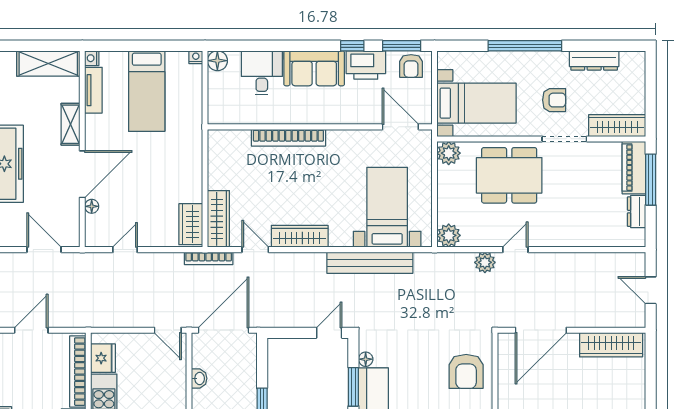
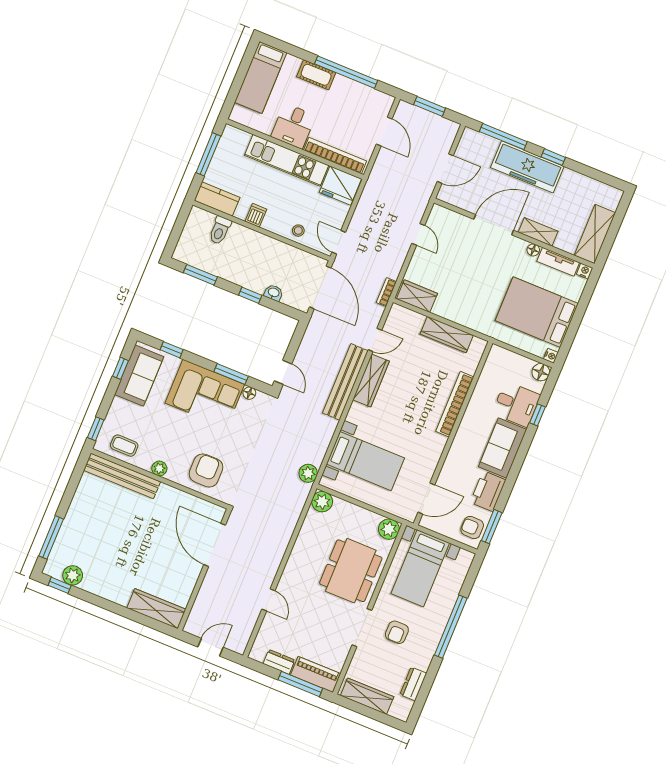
window: (352, 46) -> (537, 415), moved
dresser: (594, 60) -> (413, 684), width x0.70
bed: (147, 91) -> (537, 312), width x1.50
wardrobe: (617, 126) -> (367, 696), moved, turned -90
door: (82, 174) -> (494, 225), swing flipped
floor lamp: (92, 206) -> (533, 250), moved
wardrobe: (218, 219) -> (447, 335), moved
door: (515, 250) -> (268, 600), moved
bookcase: (209, 258) -> (386, 292), width x0.64
plant: (485, 262) -> (308, 473), moved
bench: (370, 263) -> (345, 382), moved
door: (168, 330) -> (339, 242), hinge flipped
wardrobe: (611, 345) -> (156, 609), moved, turned 90
fridge: (103, 358) -> (340, 186), width x1.36, depth x1.34
armchair: (466, 371) -> (206, 471), turned 90
stool: (173, 378) -> (298, 231), added
washbasin: (199, 378) -> (274, 293), moved, turned 180

